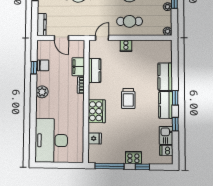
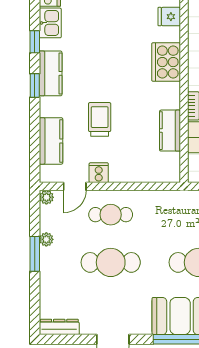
door: (102, 38) -> (75, 186), moved
cooker: (126, 46) -> (99, 173), moved
kitchen counter: (165, 77) -> (51, 141), moved
trolley: (128, 99) -> (100, 119), moved

